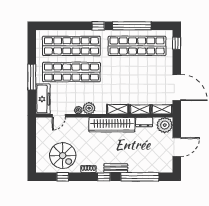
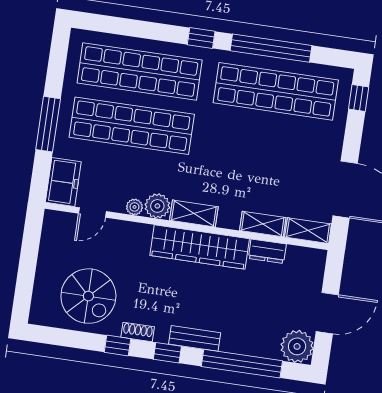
freezer: (43, 99) -> (63, 182), width x0.71
shelving: (118, 109) -> (194, 214), moved
plant: (165, 125) -> (297, 346), moved
window: (63, 177) -> (118, 345), moved

